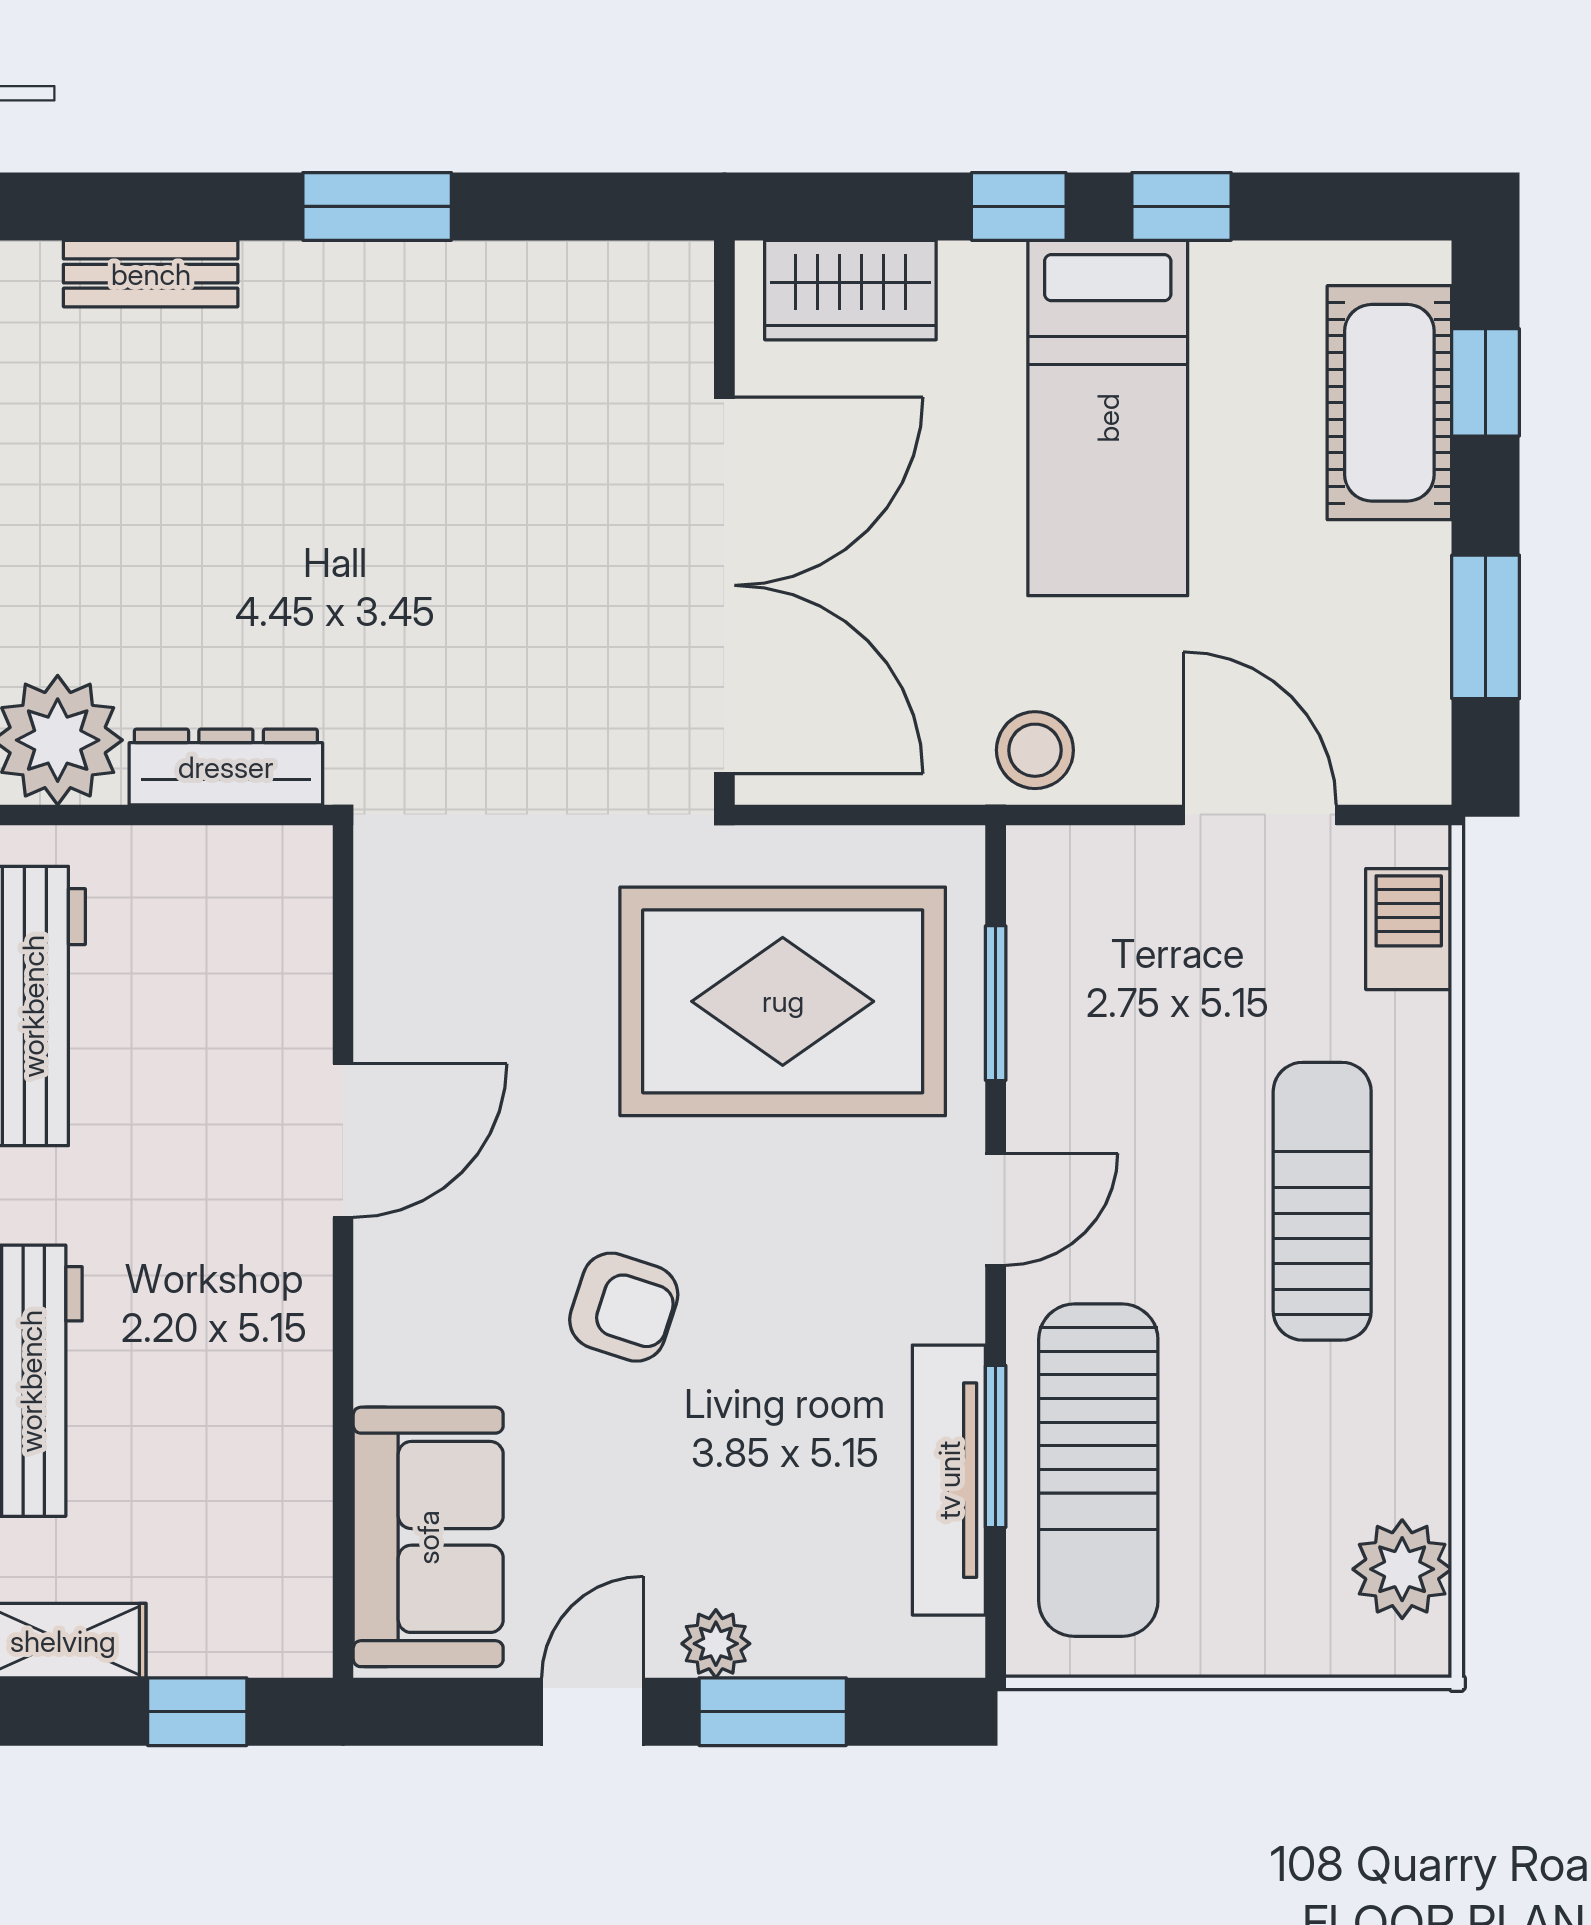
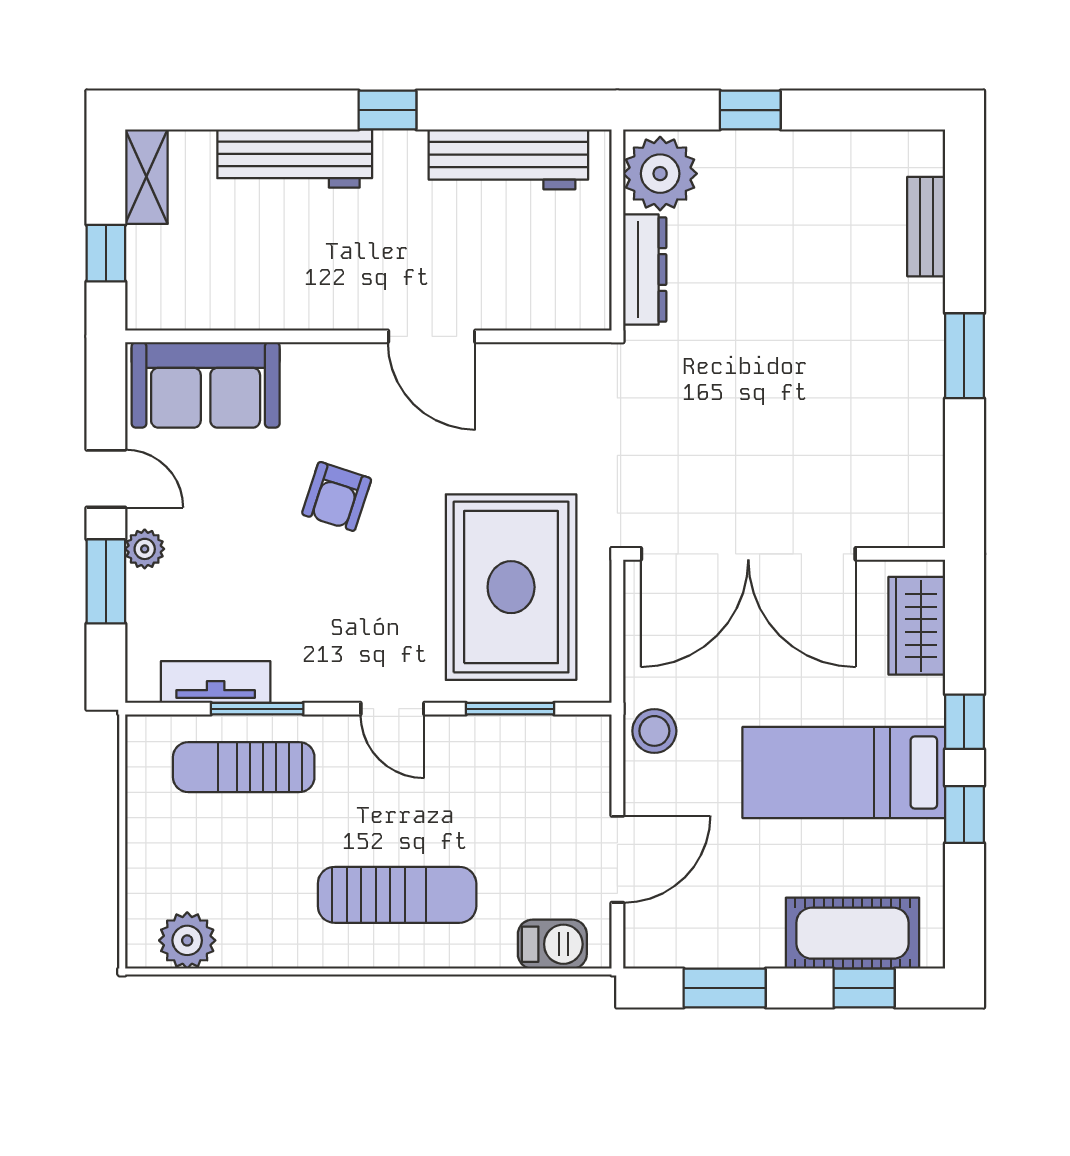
sun lounger: (1098, 1470) -> (244, 767), width x0.73, depth x0.75
tv unit: (949, 1480) -> (216, 682), width x0.71

